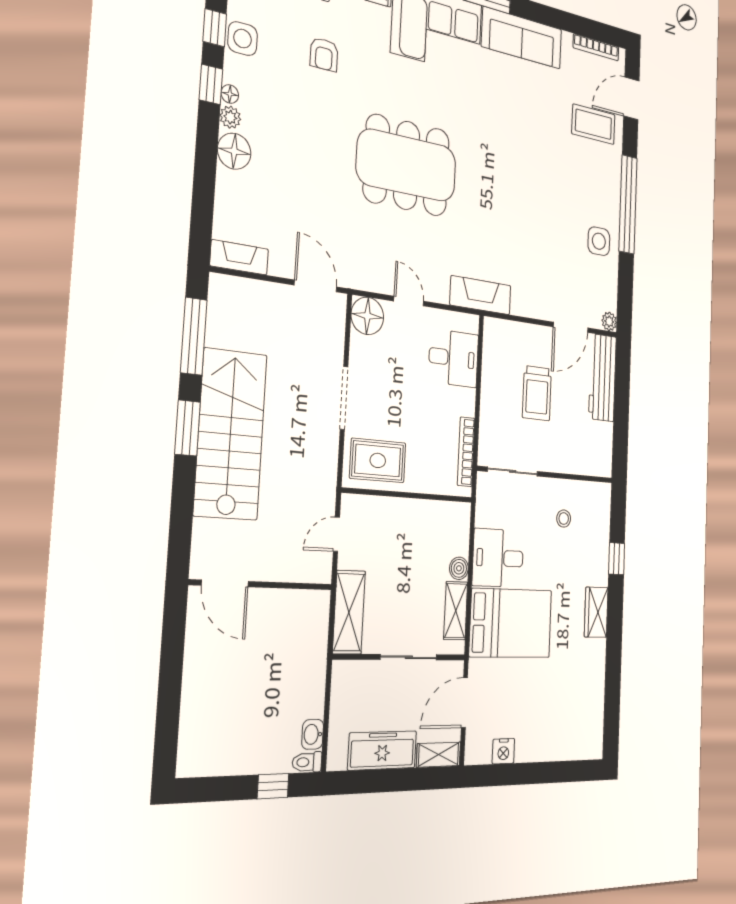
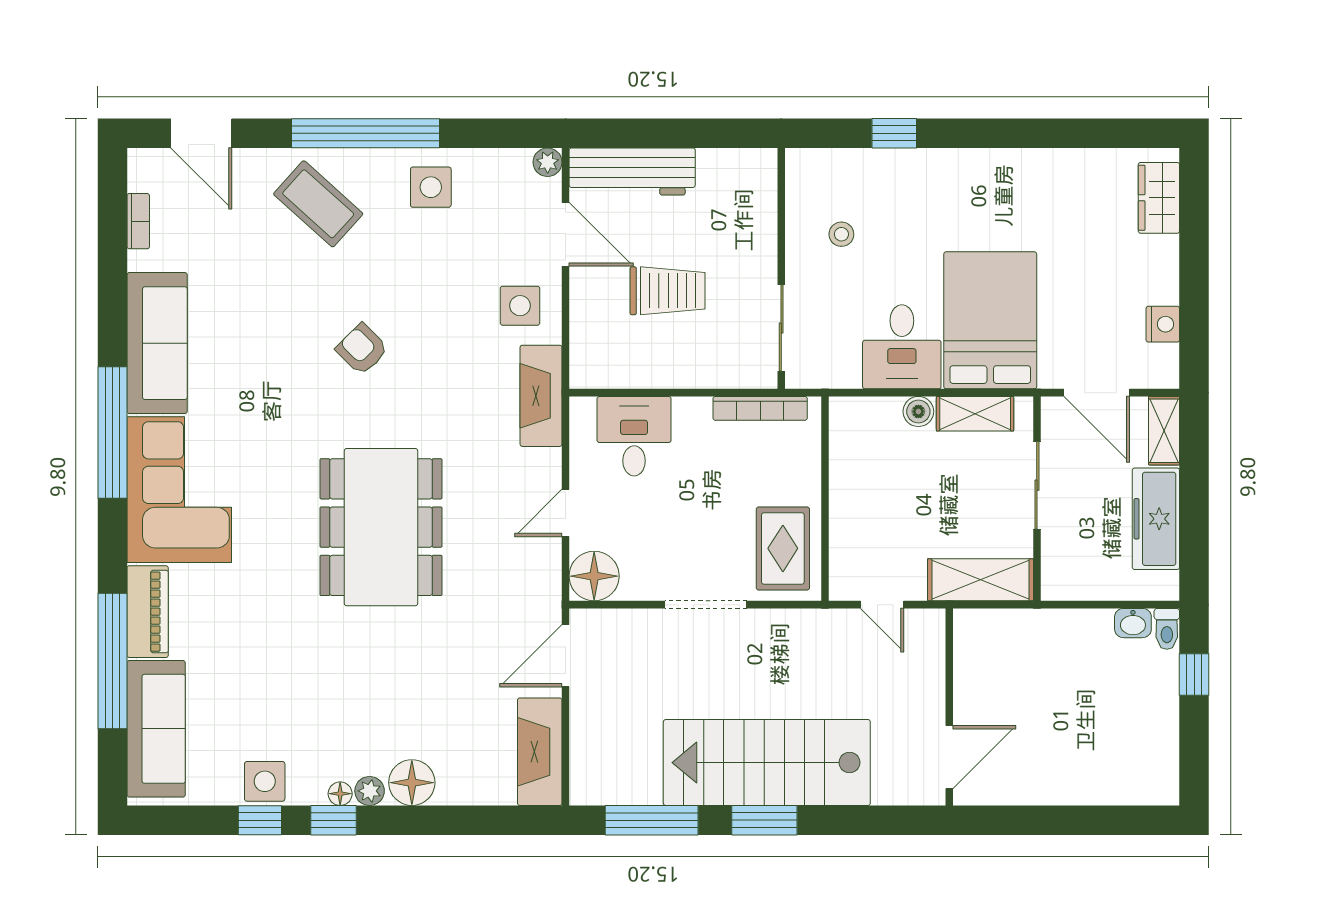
bookcase: (596, 47) -> (138, 221), width x0.64
armchair: (324, 54) -> (362, 349), moved, turned -135
coffee table: (593, 124) -> (318, 204), moved, turned -48
fireplace: (239, 257) -> (540, 752), width x1.37, depth x1.32
side table: (533, 289) -> (520, 306), added
wardrobe: (596, 612) -> (1159, 198), moved, turned 90

